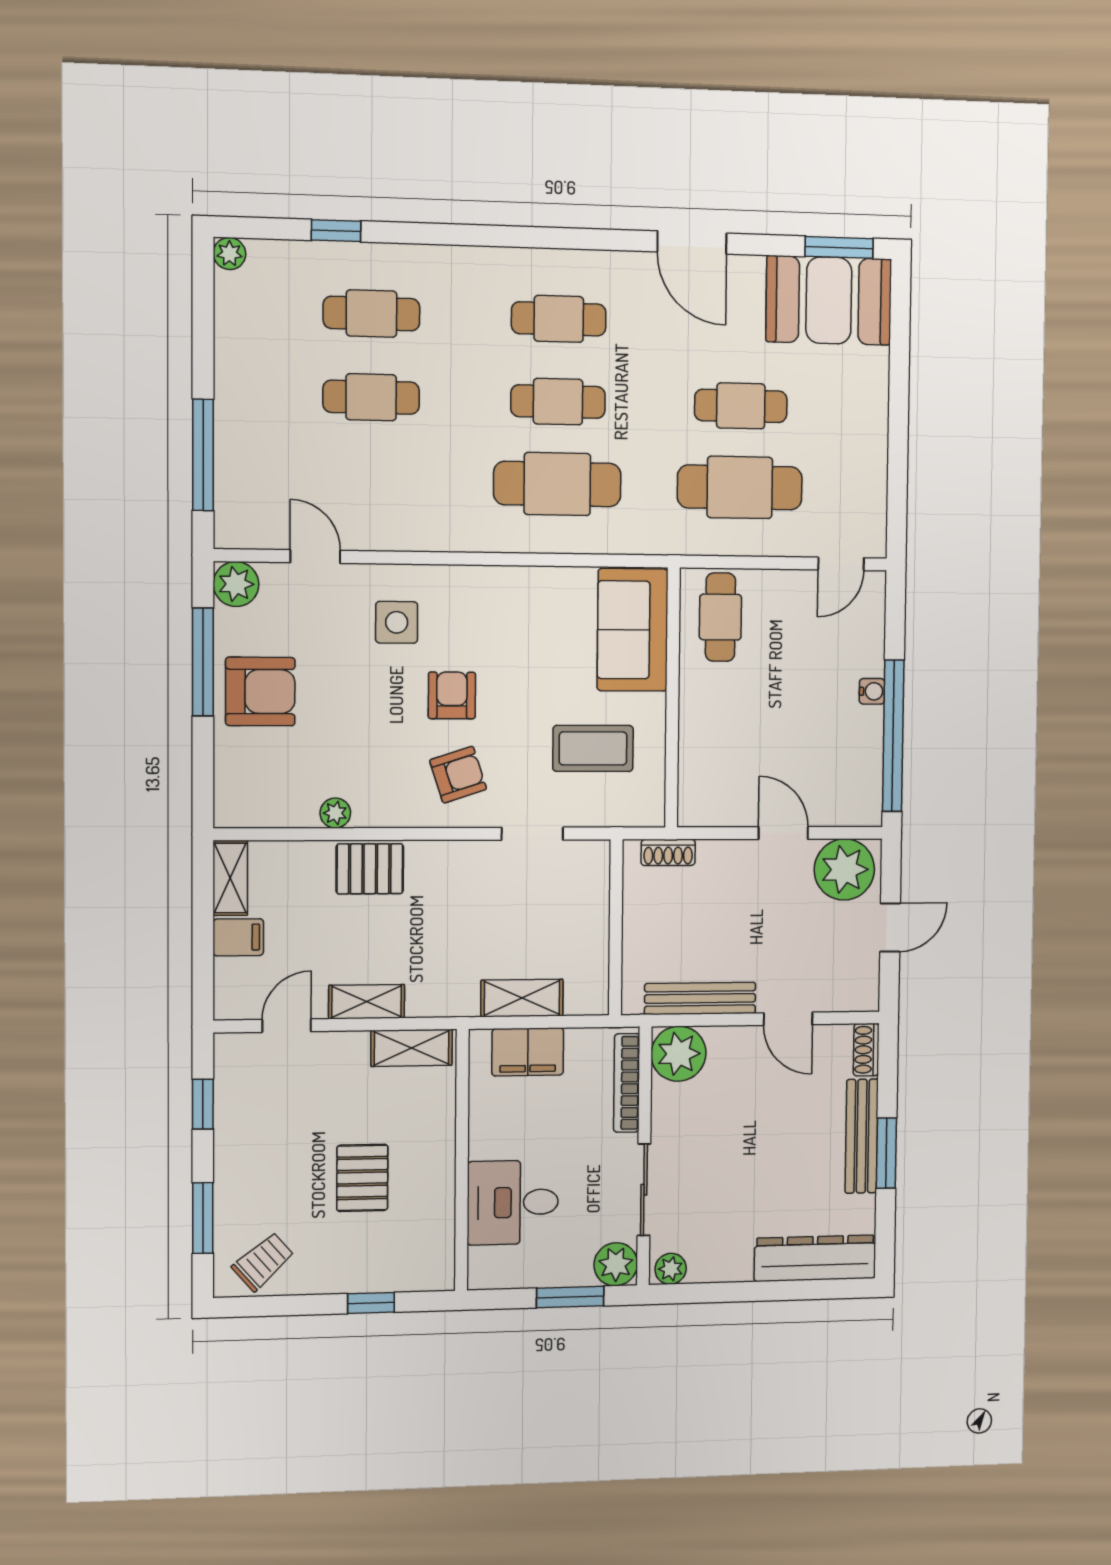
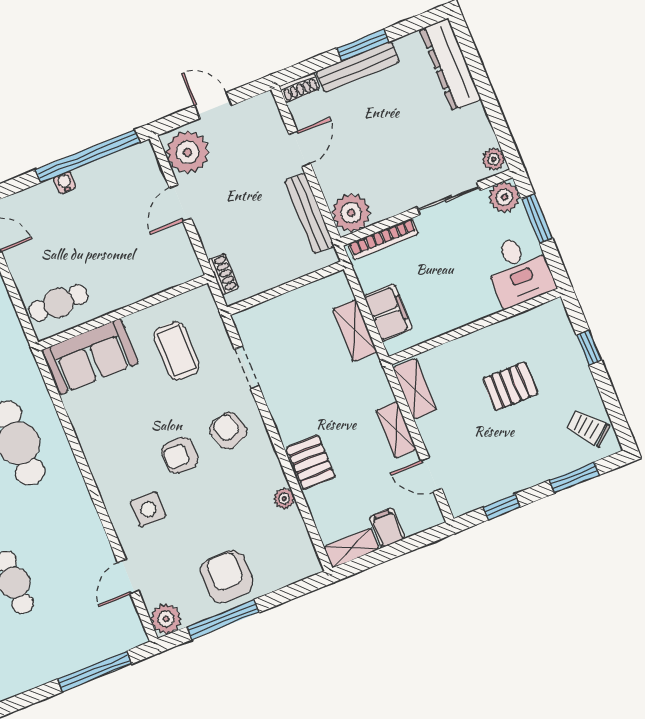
desk: (513, 1202) -> (519, 270), moved

